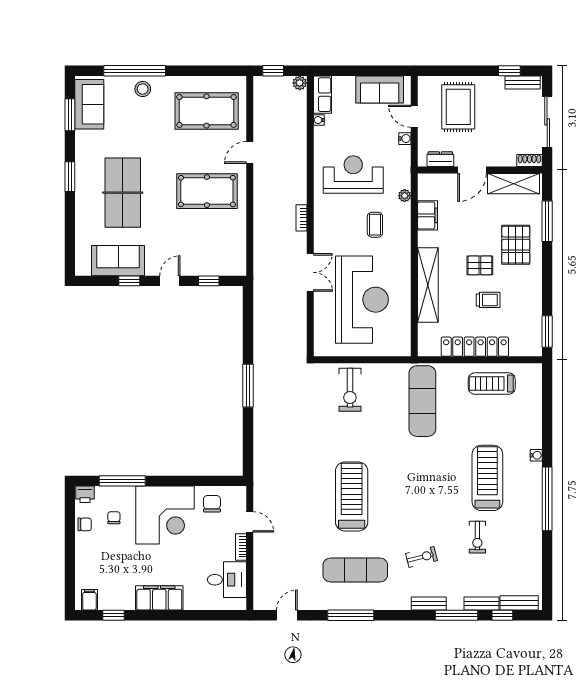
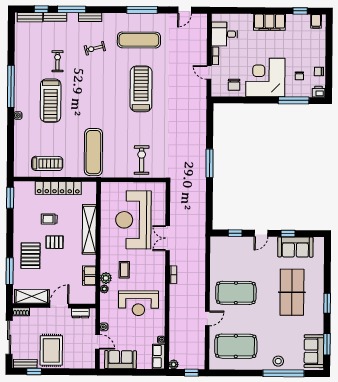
rug: (458, 107) -> (51, 350), moved
plant: (402, 212) -> (106, 278), added
treadmill: (352, 497) -> (141, 89), turned 180

